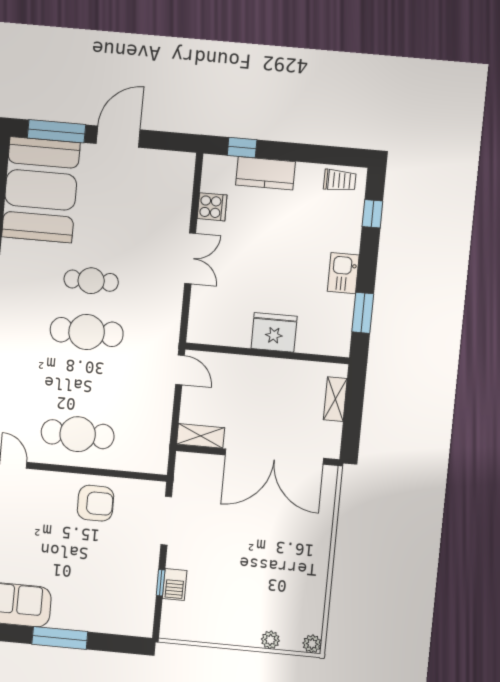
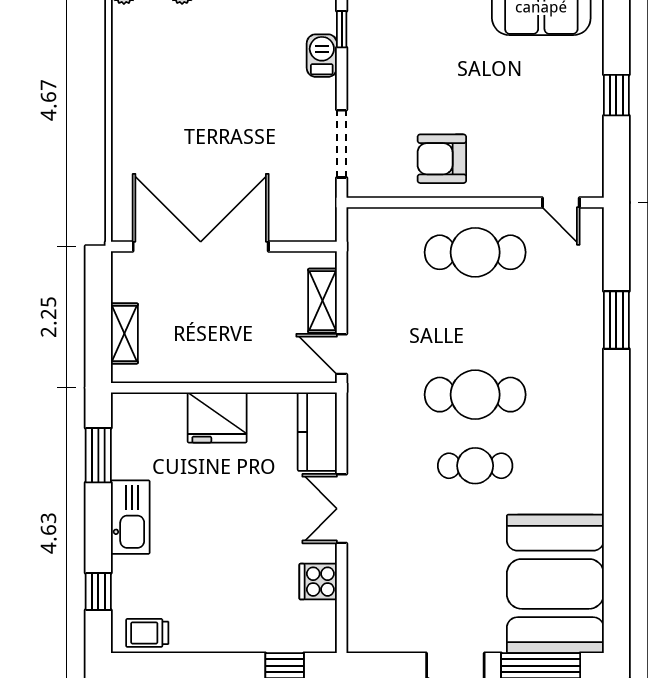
kitchen counter: (265, 173) -> (317, 432), moved, turned -90
kitchen sink: (343, 273) -> (130, 517), width x1.38
shelving: (201, 436) -> (323, 301), moved, turned 90
window: (161, 583) -> (342, 29), moved

